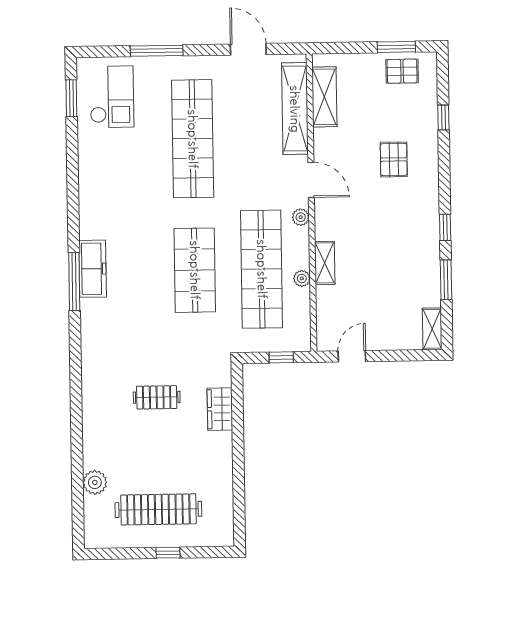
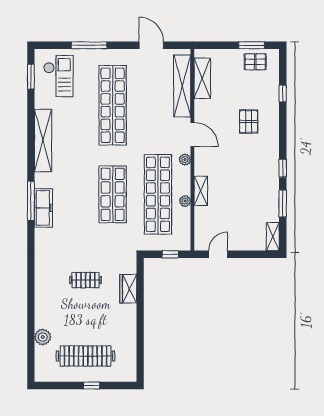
shelving: (91, 192) -> (43, 140), added
freezer: (93, 269) -> (43, 208), moved

